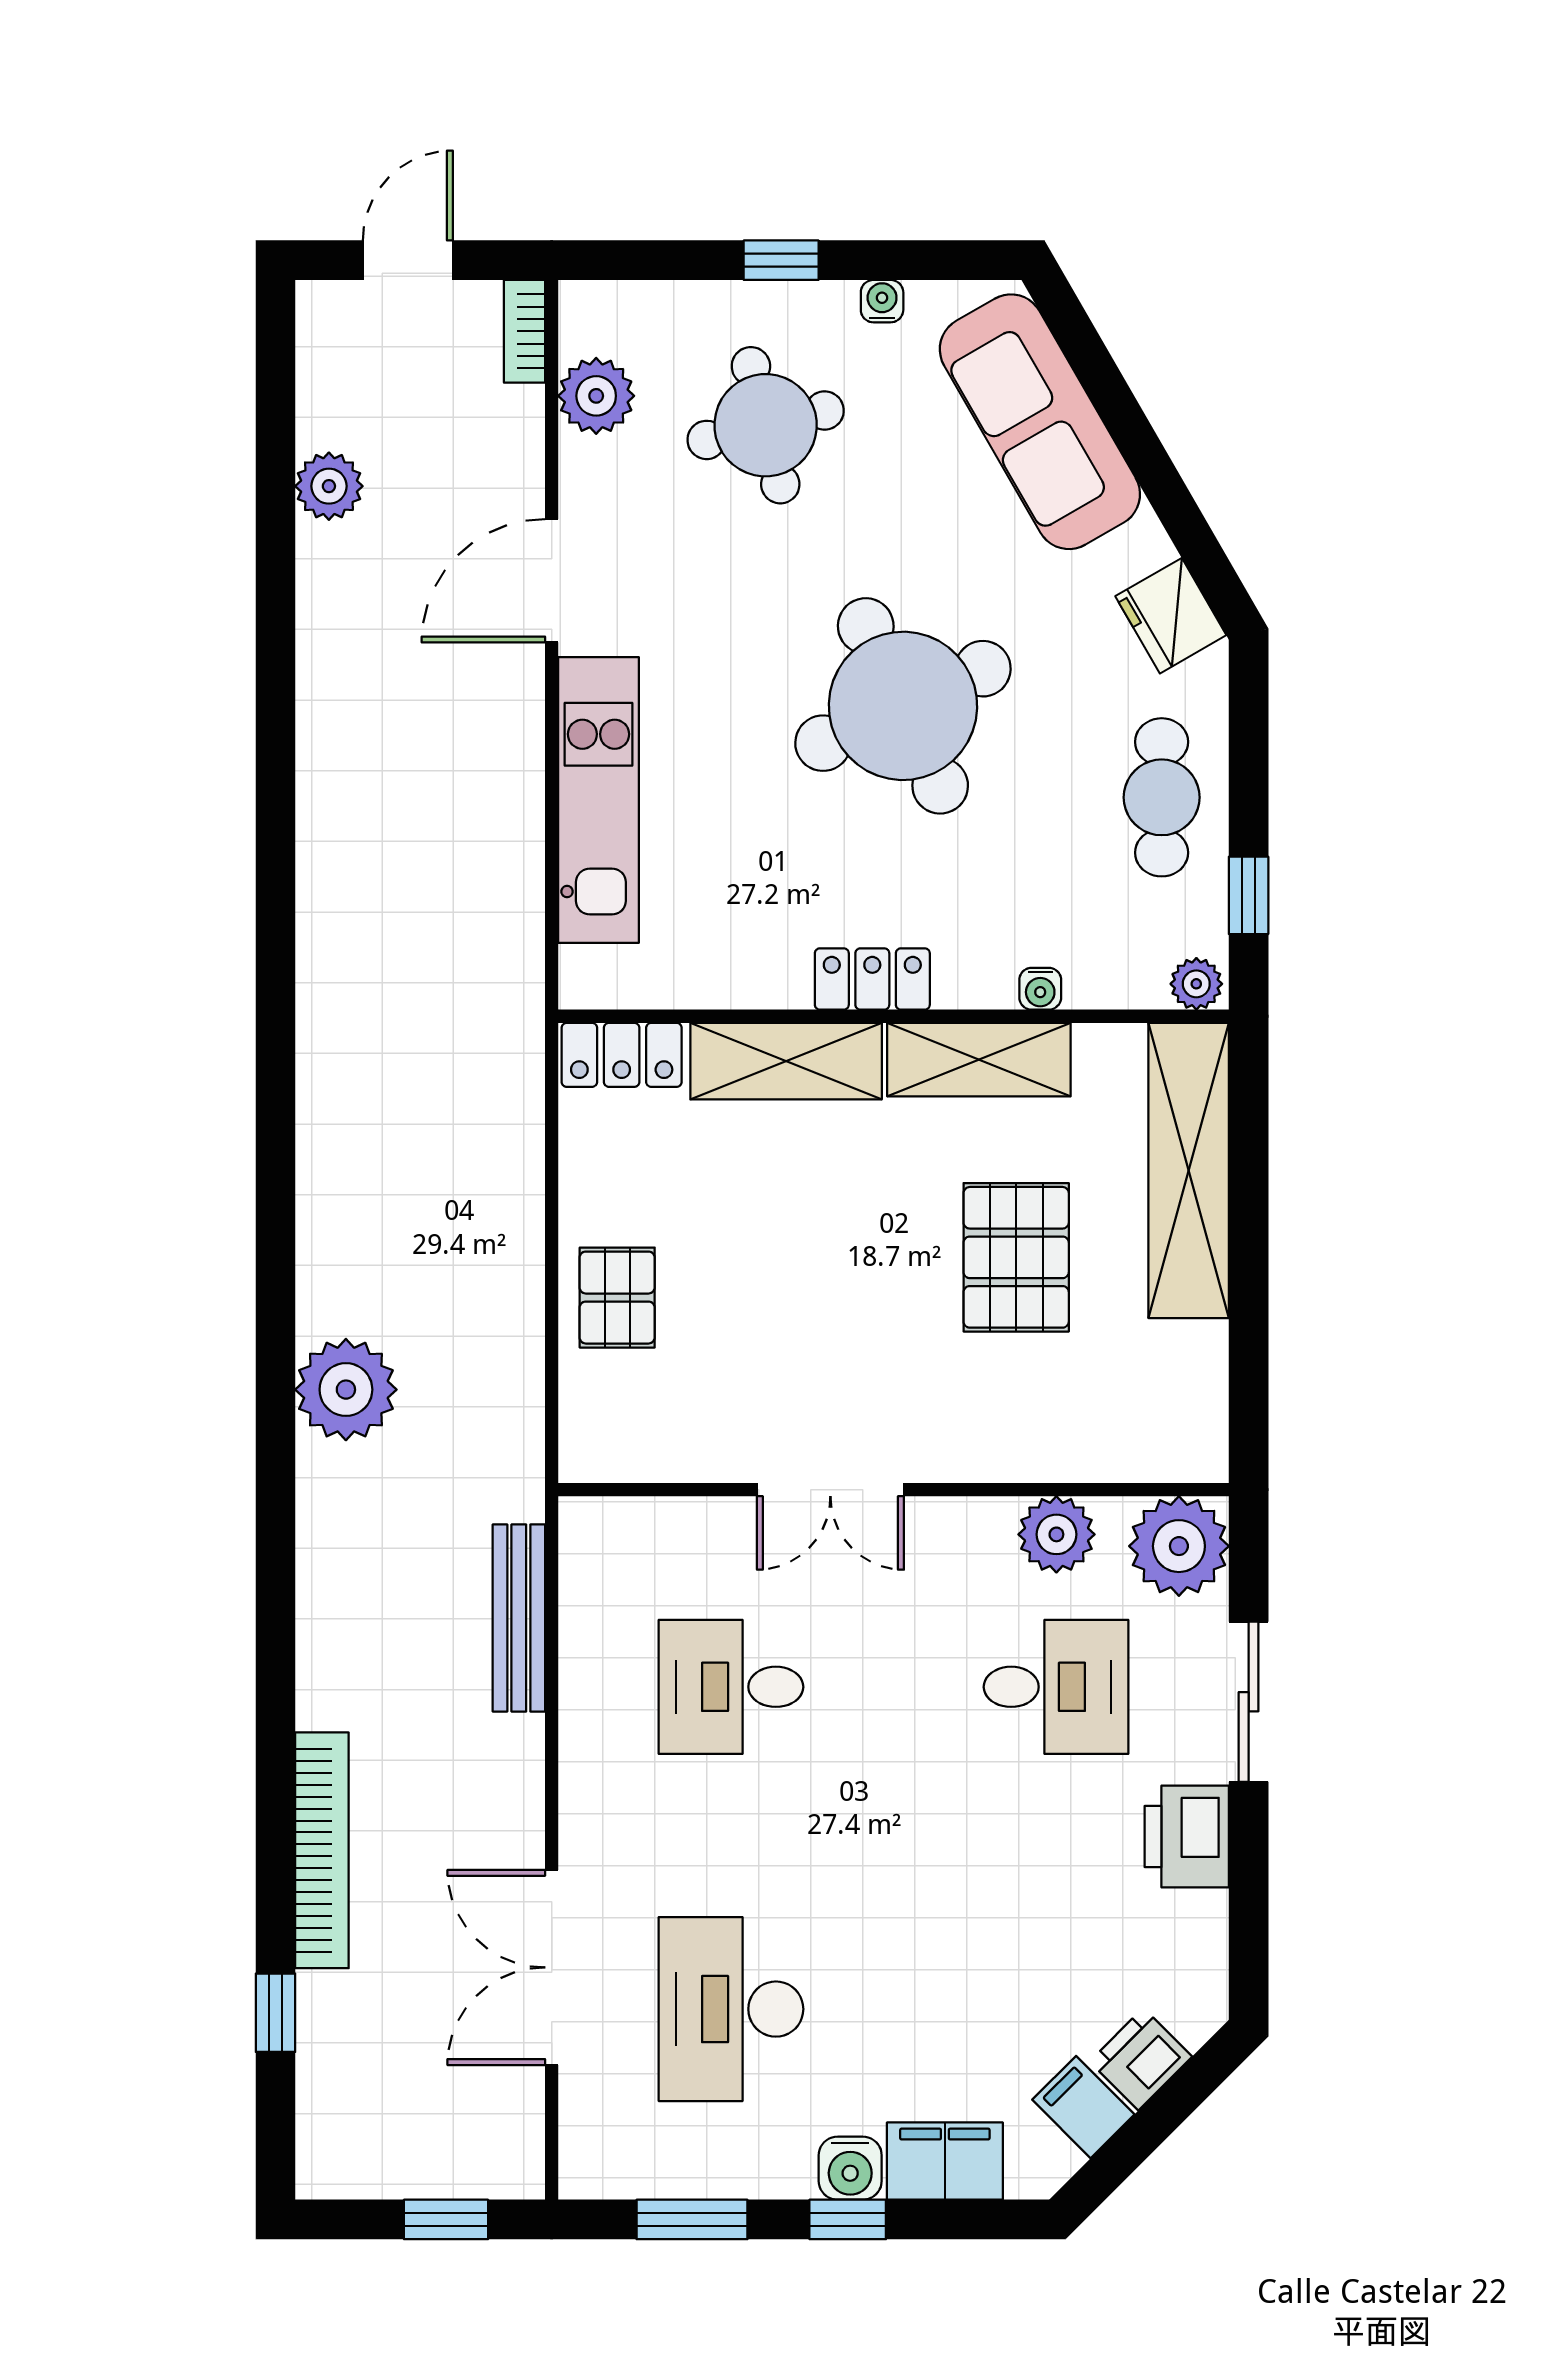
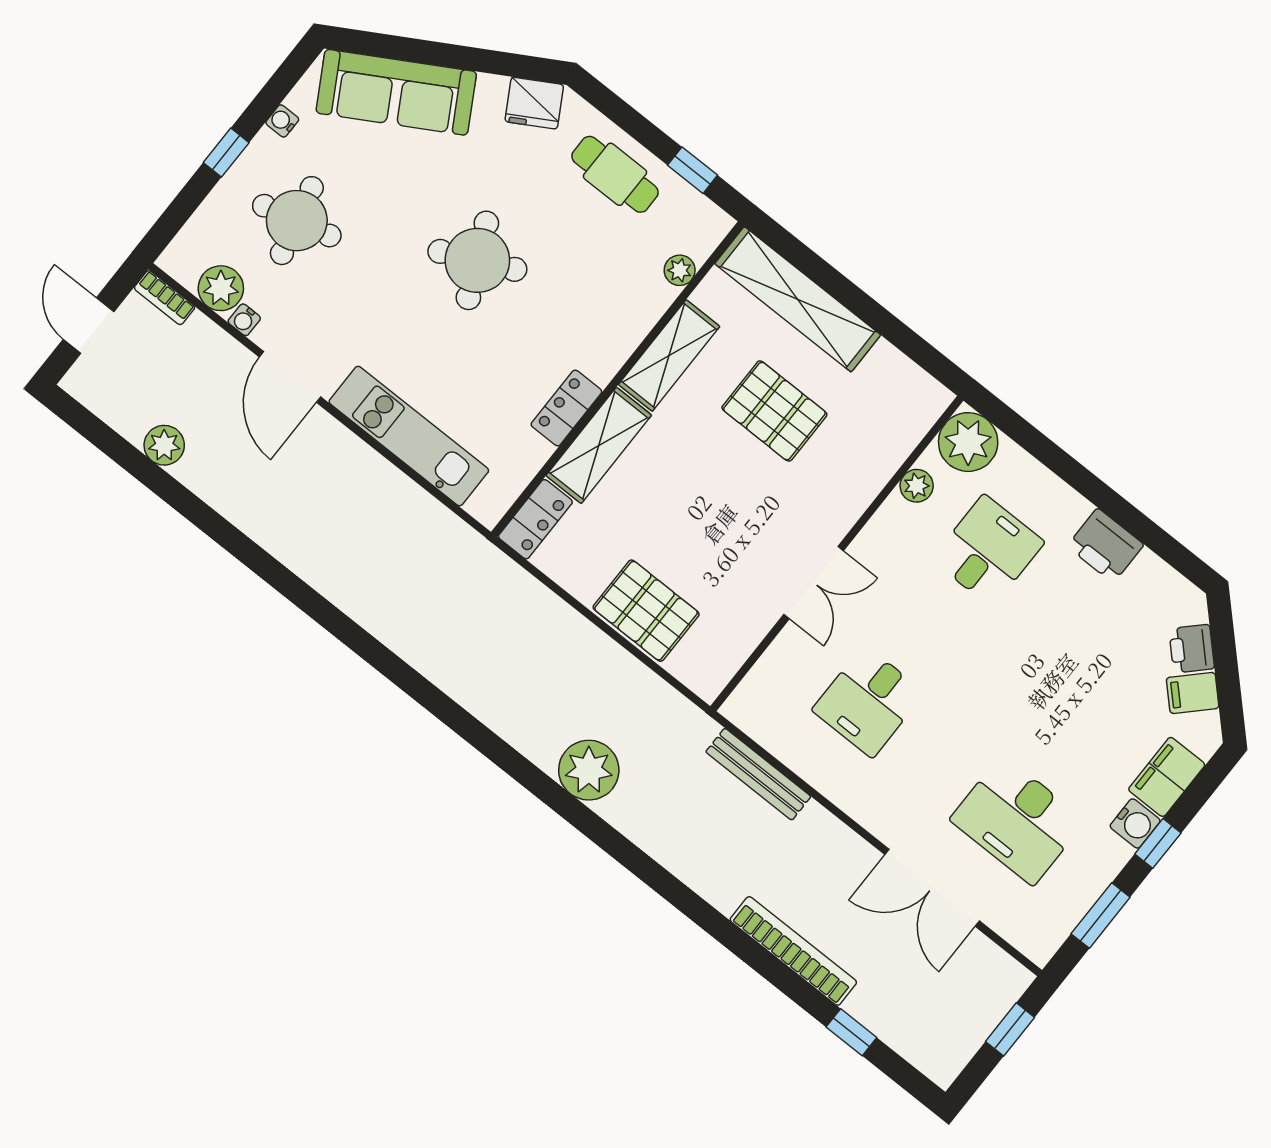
round table: (903, 706) -> (477, 260), width x0.73, depth x0.73
locker: (872, 979) -> (566, 408), moved
plant: (1196, 984) -> (680, 270), moved
water cooler: (1040, 989) -> (244, 320), moved, turned 90
pallet: (617, 1298) -> (646, 611), width x1.50, depth x1.42
plant: (1056, 1534) -> (917, 486), width x0.73, depth x0.73
sliding door: (1249, 1702) -> (1066, 467), removed

